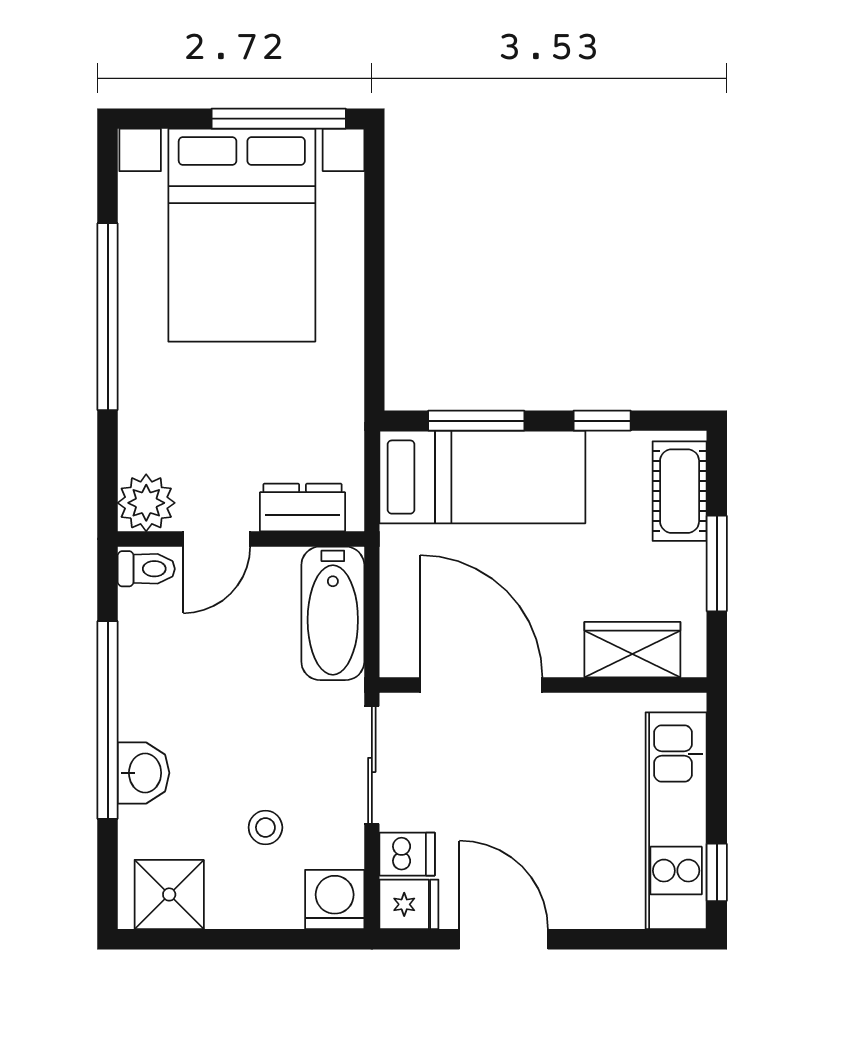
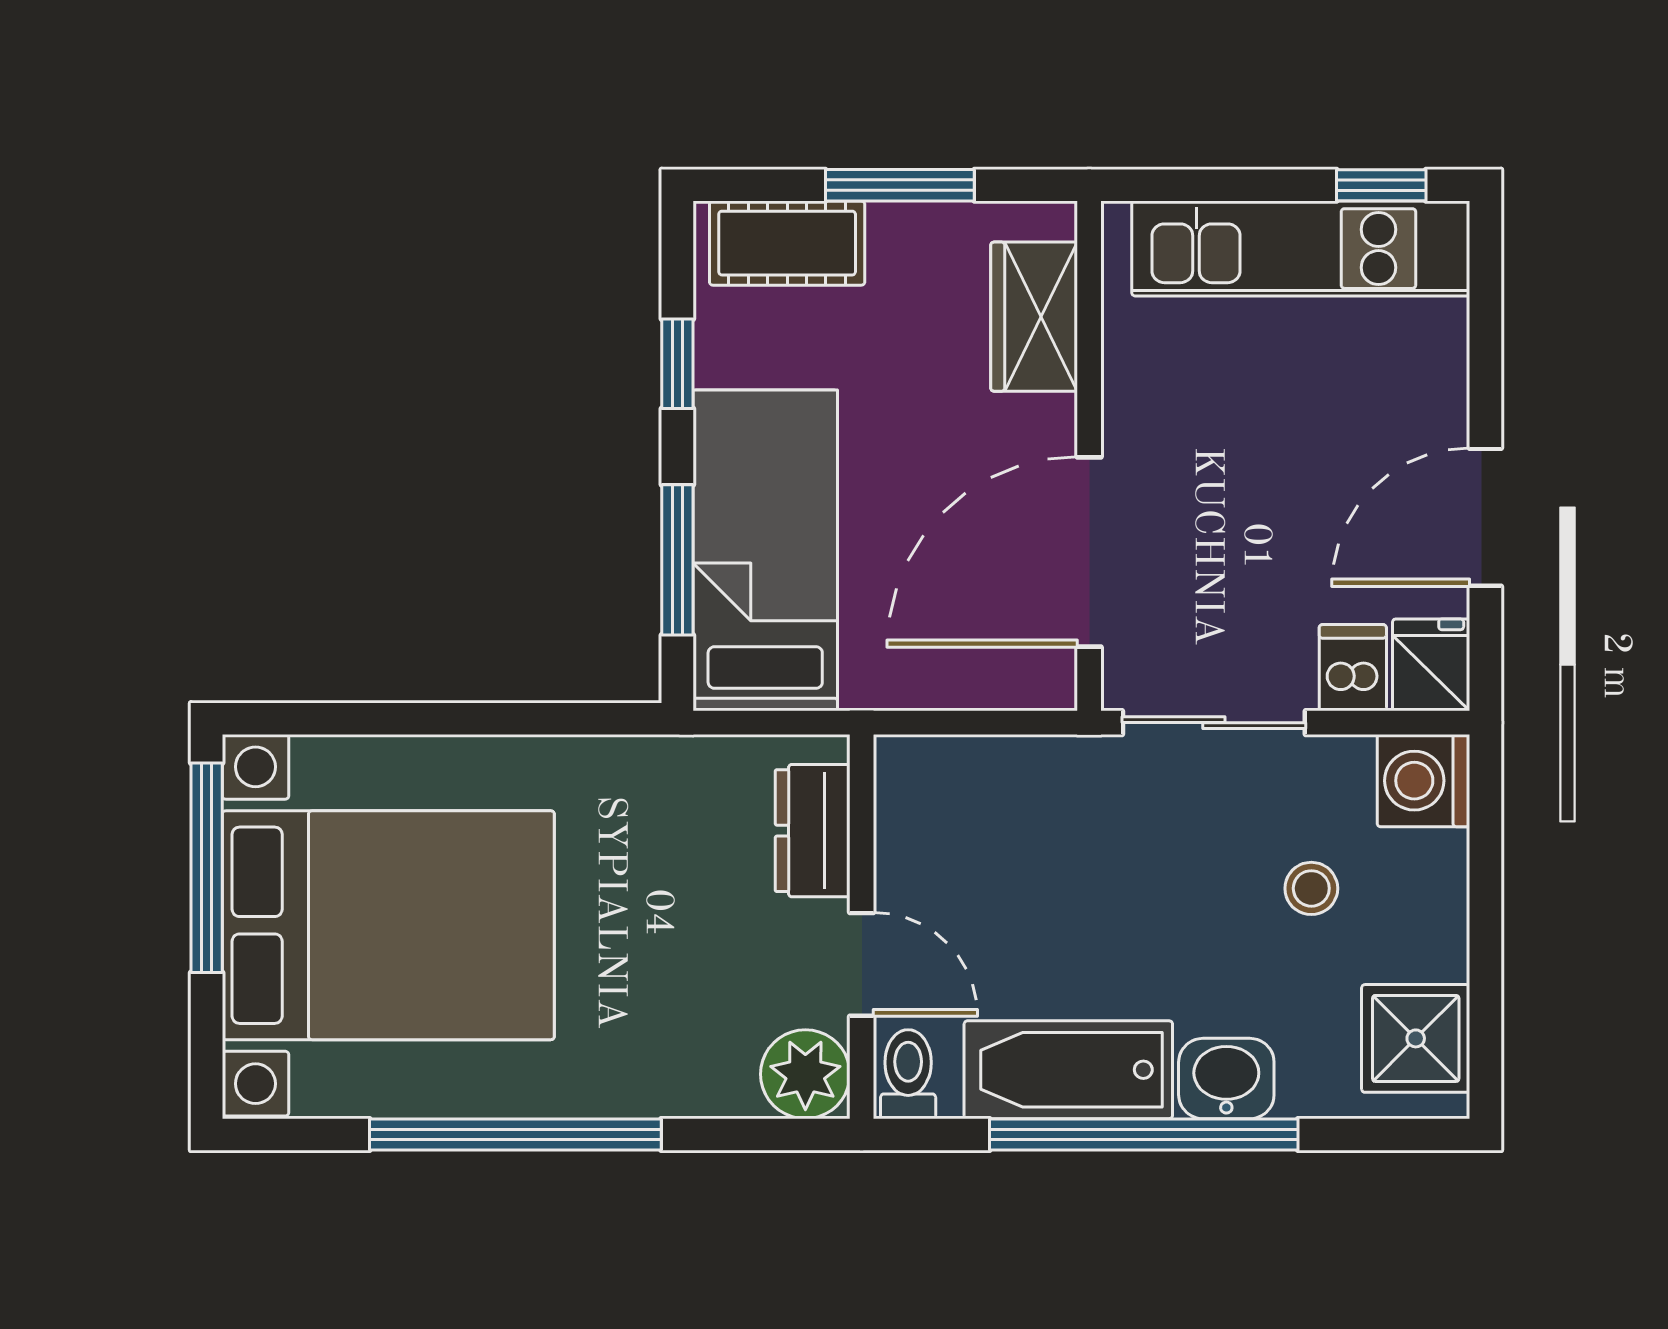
bathtub: (333, 613) -> (1068, 1070), moved, turned 180

